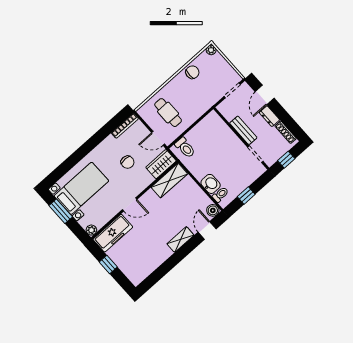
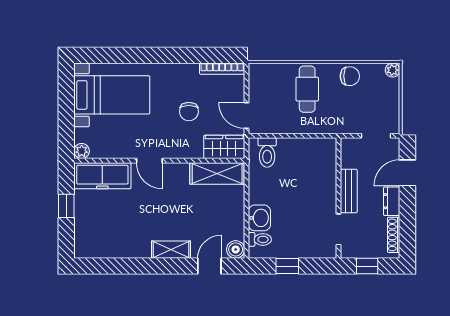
cafe table: (168, 113) -> (307, 89), moved
window: (61, 211) -> (66, 100), removed

